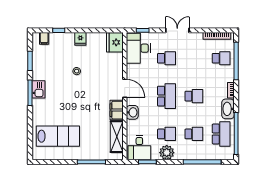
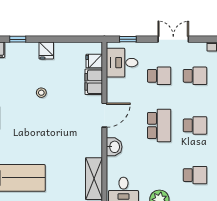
fridge: (115, 42) -> (94, 61), width x0.53, depth x0.75
desk: (138, 48) -> (122, 63), width x0.73
door: (125, 88) -> (104, 115), hinge flipped
filing cabinet: (117, 110) -> (94, 82), moved
school desk: (166, 134) -> (195, 76), moved

